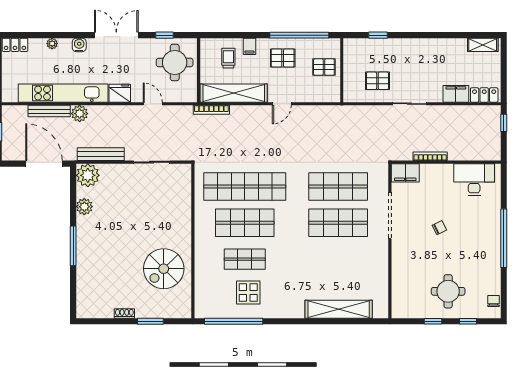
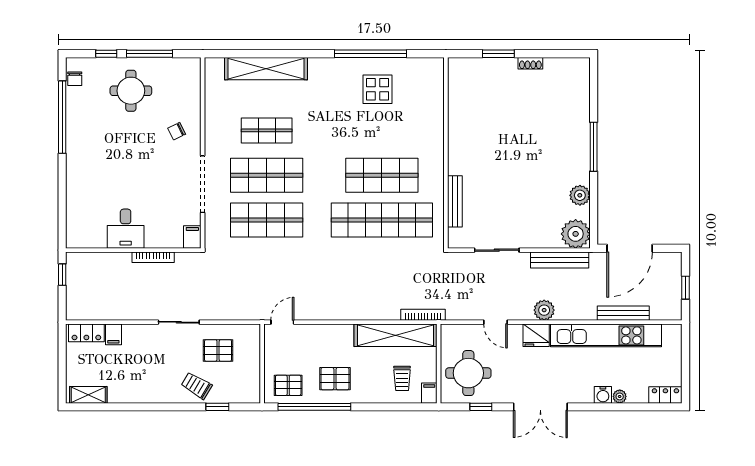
water cooler: (79, 45) -> (603, 395), moved
filing cabinet: (249, 46) -> (429, 393), moved
trolley: (395, 52) -> (197, 386), added
pallet: (324, 67) -> (288, 385), moved
filing cabinet: (456, 94) -> (113, 334), width x0.50
door: (282, 104) -> (282, 322), moved
plant: (80, 114) -> (544, 310), moved
window: (504, 123) -> (62, 275), moved
door: (44, 164) -> (630, 248), hinge flipped
filing cabinet: (405, 173) -> (192, 237), width x0.50
desk: (474, 180) -> (126, 229), moved, width x0.73
bench: (186, 202) -> (455, 201), added
chair: (439, 228) -> (177, 131), moved
window: (504, 238) -> (62, 117), moved
shop shelf: (245, 259) -> (267, 130), moved
spiral stairs: (164, 269) -> (482, 119), removed
window: (234, 321) -> (371, 54), moved
window: (433, 321) -> (149, 54), width x2.17

